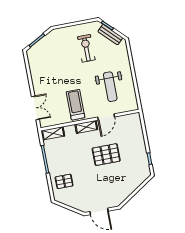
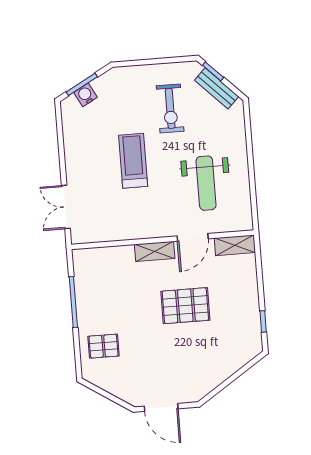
water cooler: (39, 46) -> (85, 95), added
exercise bike: (86, 48) -> (170, 108), turned 180
treadmill: (76, 105) -> (133, 161), moved
double door: (35, 108) -> (66, 207), swing flipped
shelving: (53, 133) -> (235, 245), moved

